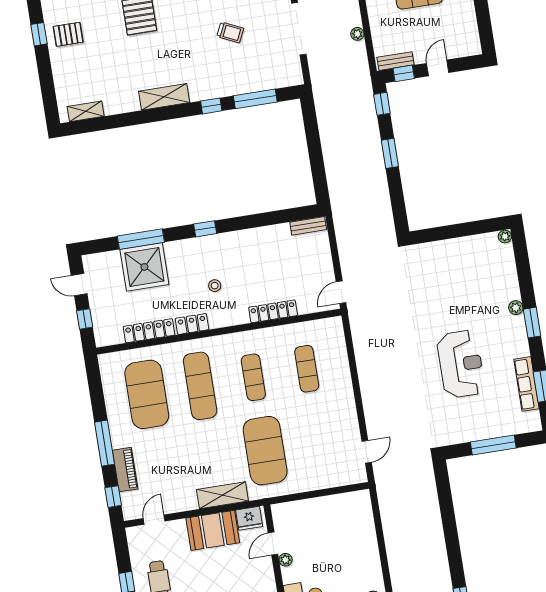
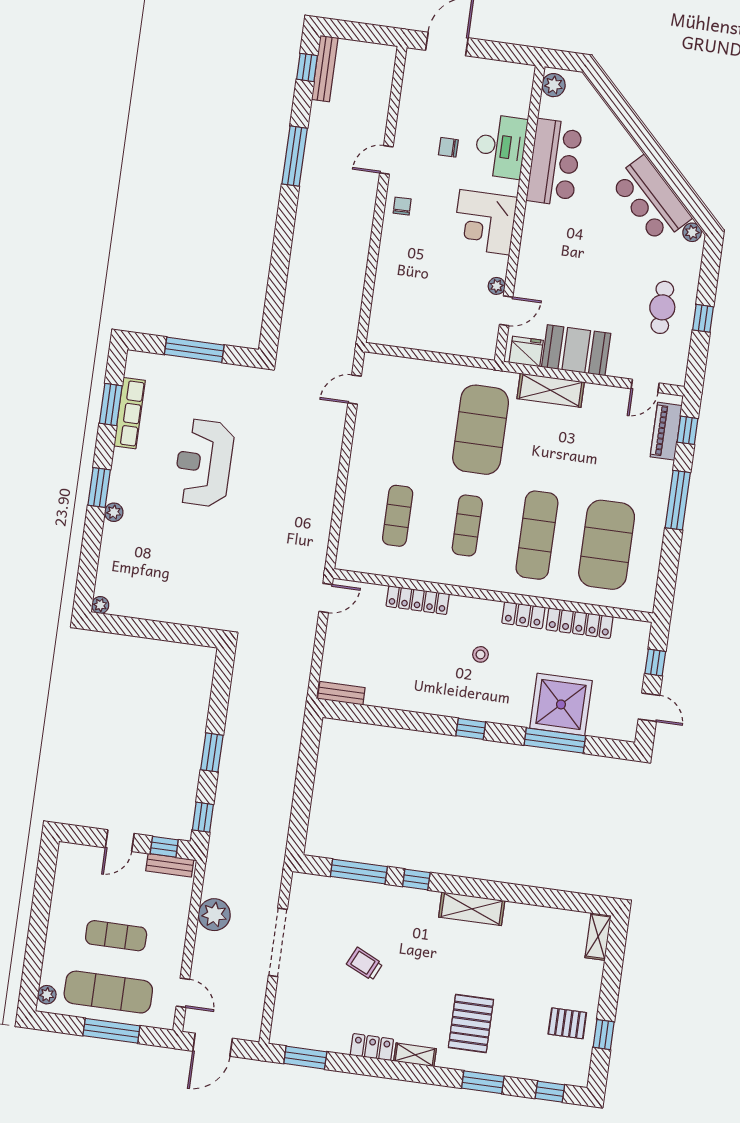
plant: (357, 34) -> (214, 915), width x1.87, depth x1.87
shelving: (86, 111) -> (598, 937), moved, turned 90
piano: (125, 470) -> (666, 431), moved

